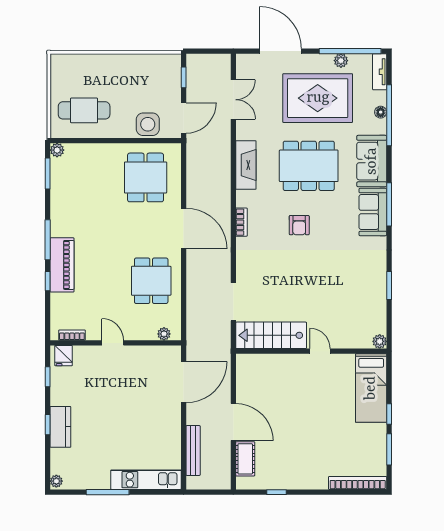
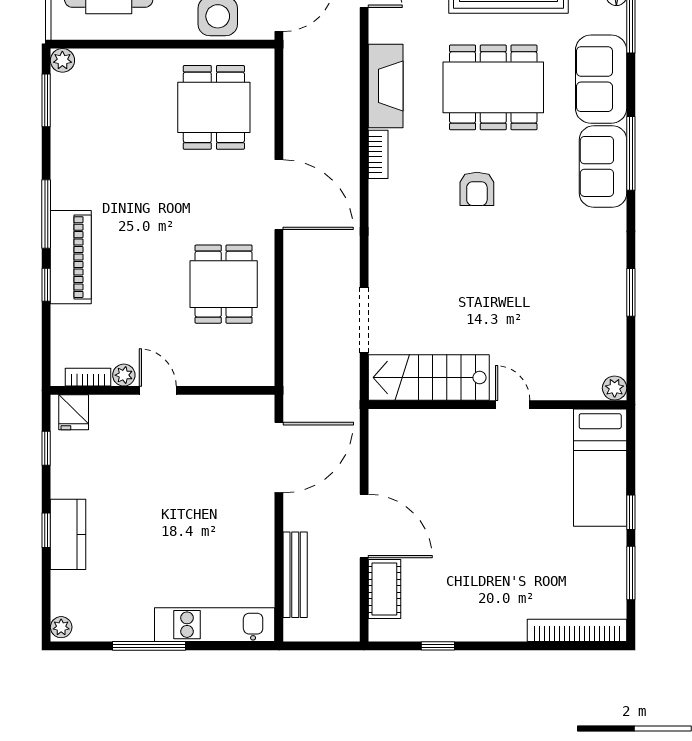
bookcase: (241, 222) -> (378, 154), moved
plant: (164, 334) -> (124, 375), moved

